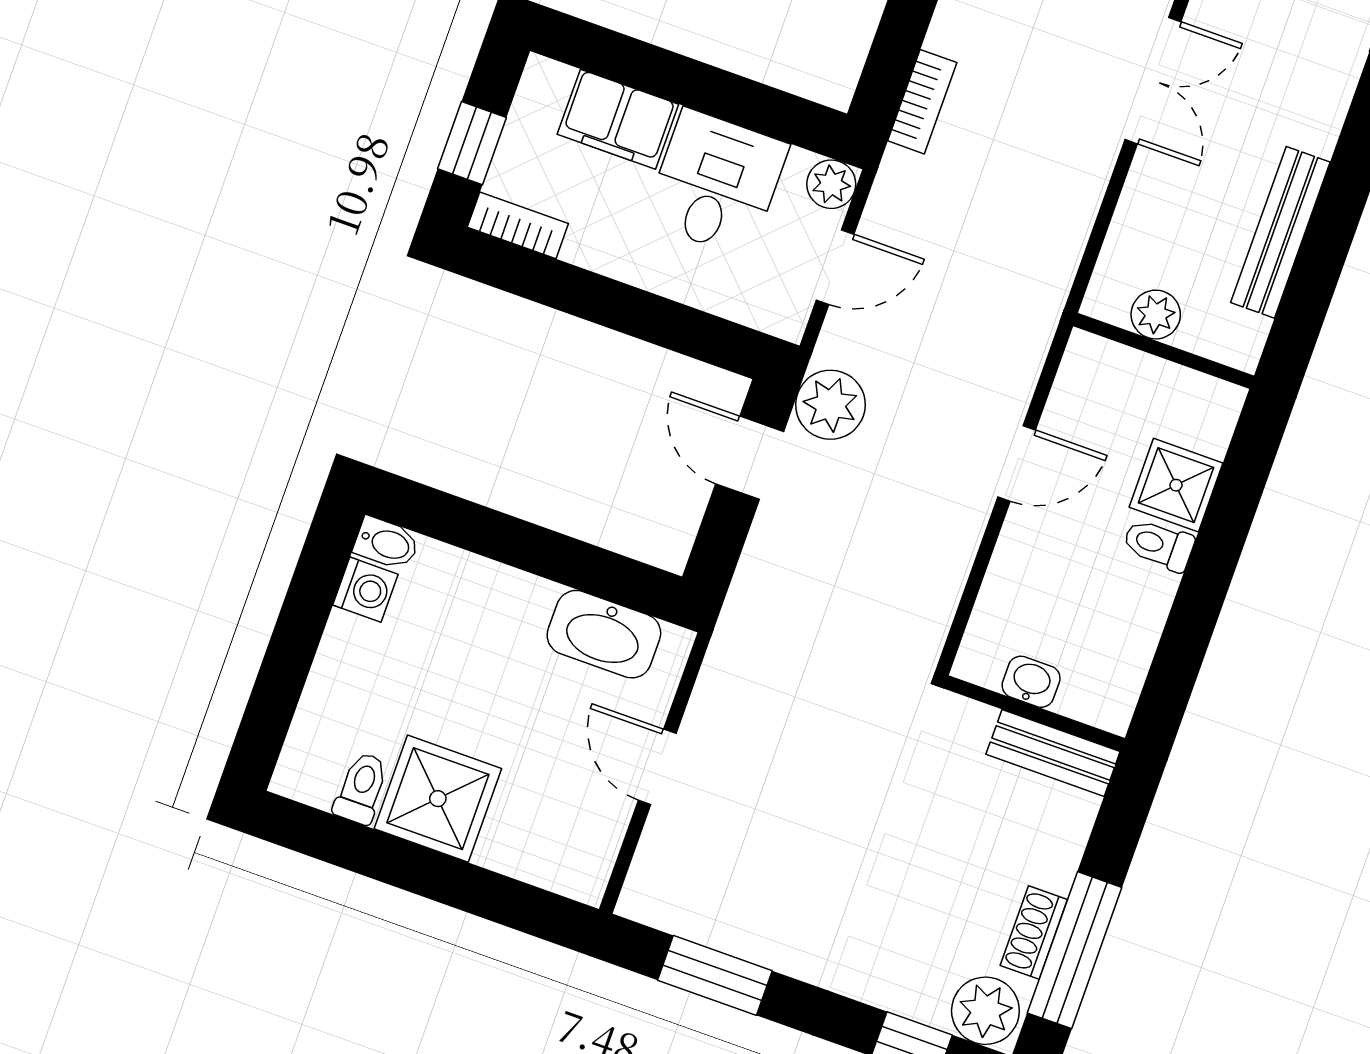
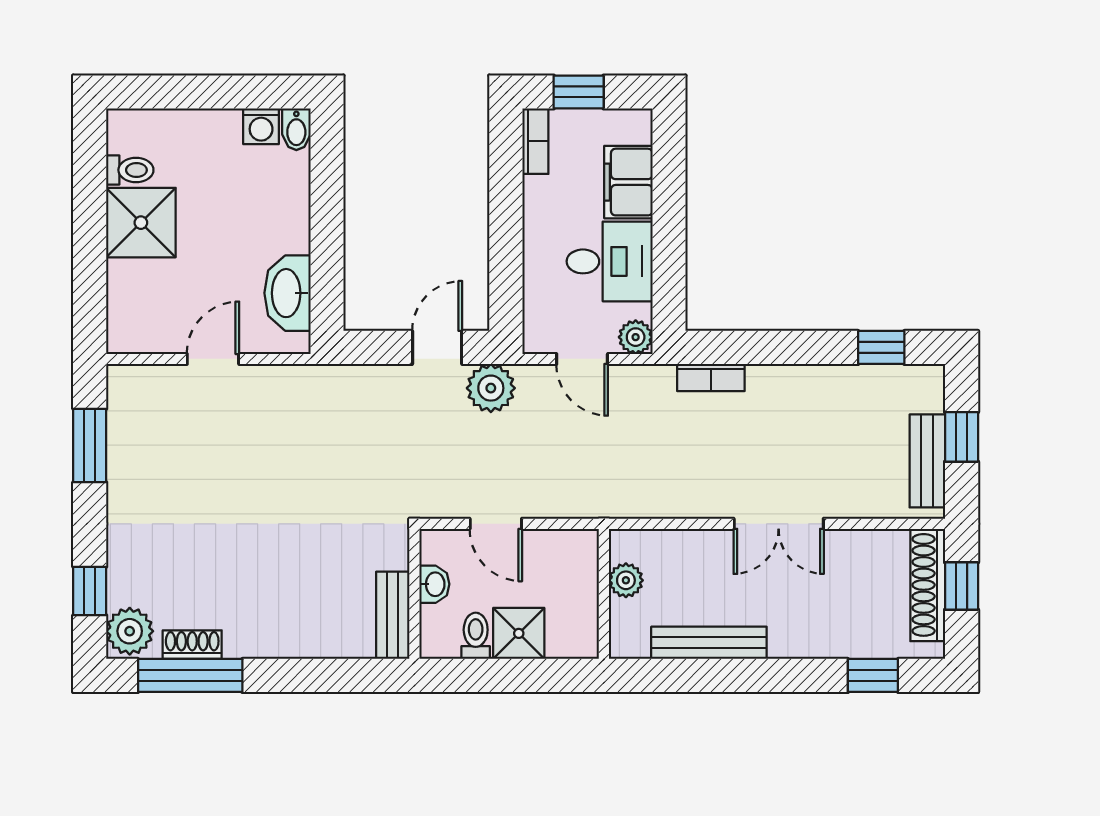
washbasin: (1031, 682) -> (434, 584), moved
wall: (1034, 713) -> (414, 594), moved
bench: (1053, 753) -> (393, 615), moved

